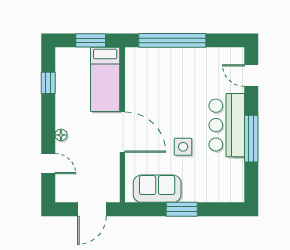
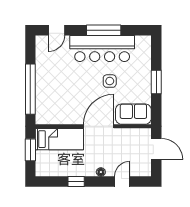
window: (48, 83) -> (76, 182), moved
bar counter: (227, 125) -> (102, 48), width x1.36
sofa: (157, 189) -> (133, 114), moved, turned 90

